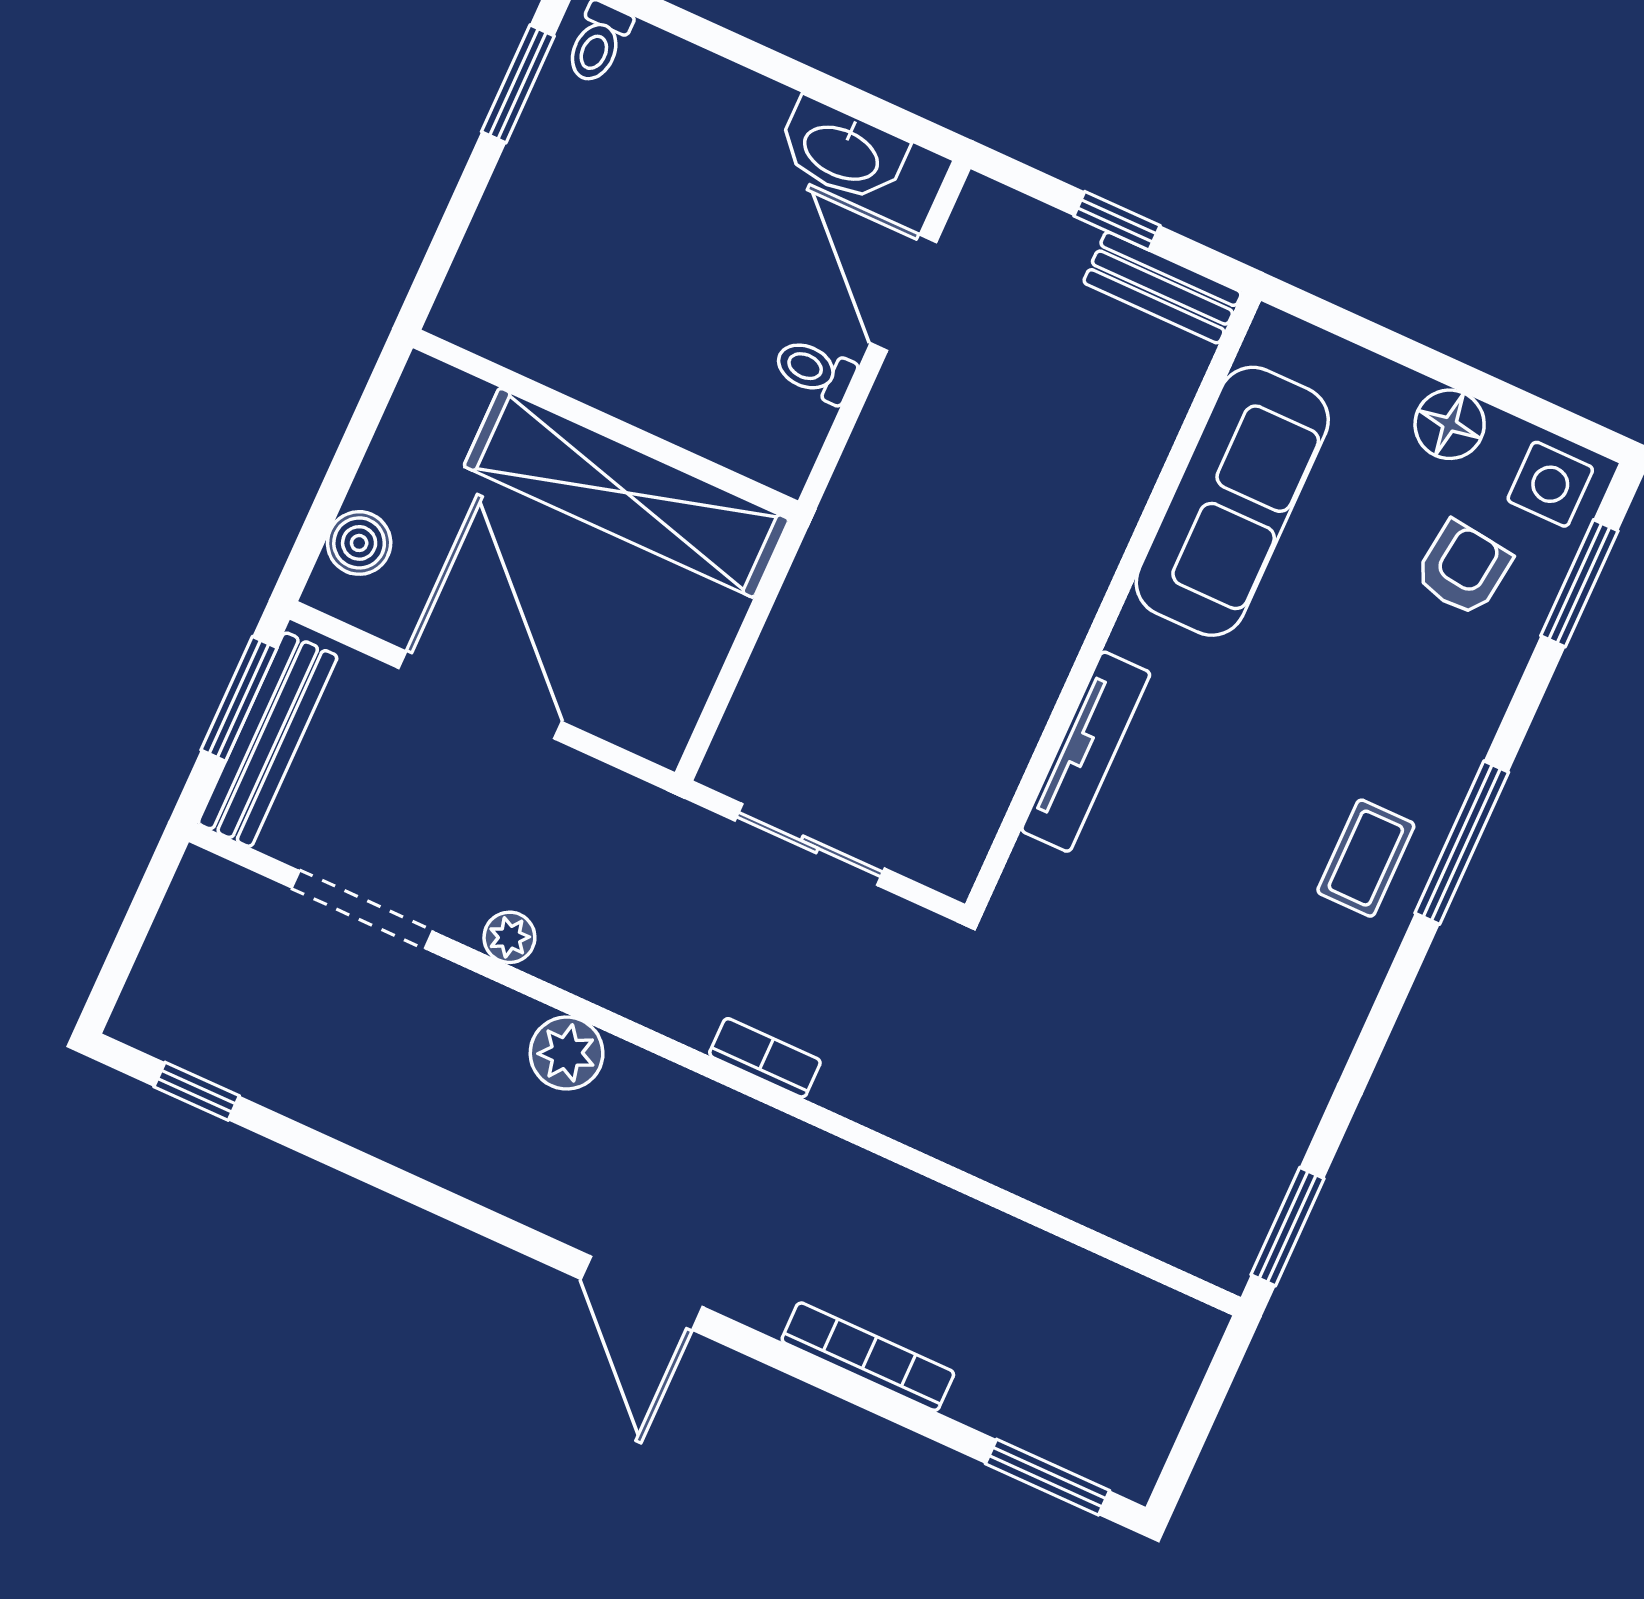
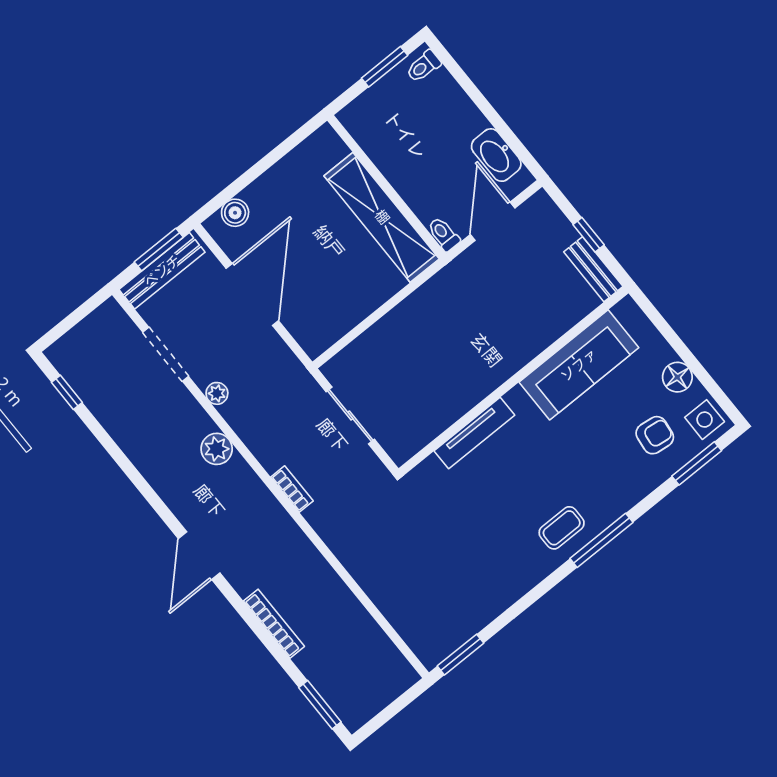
wall: (605, 424) -> (387, 187), moved
shelving: (627, 493) -> (382, 217), moved

